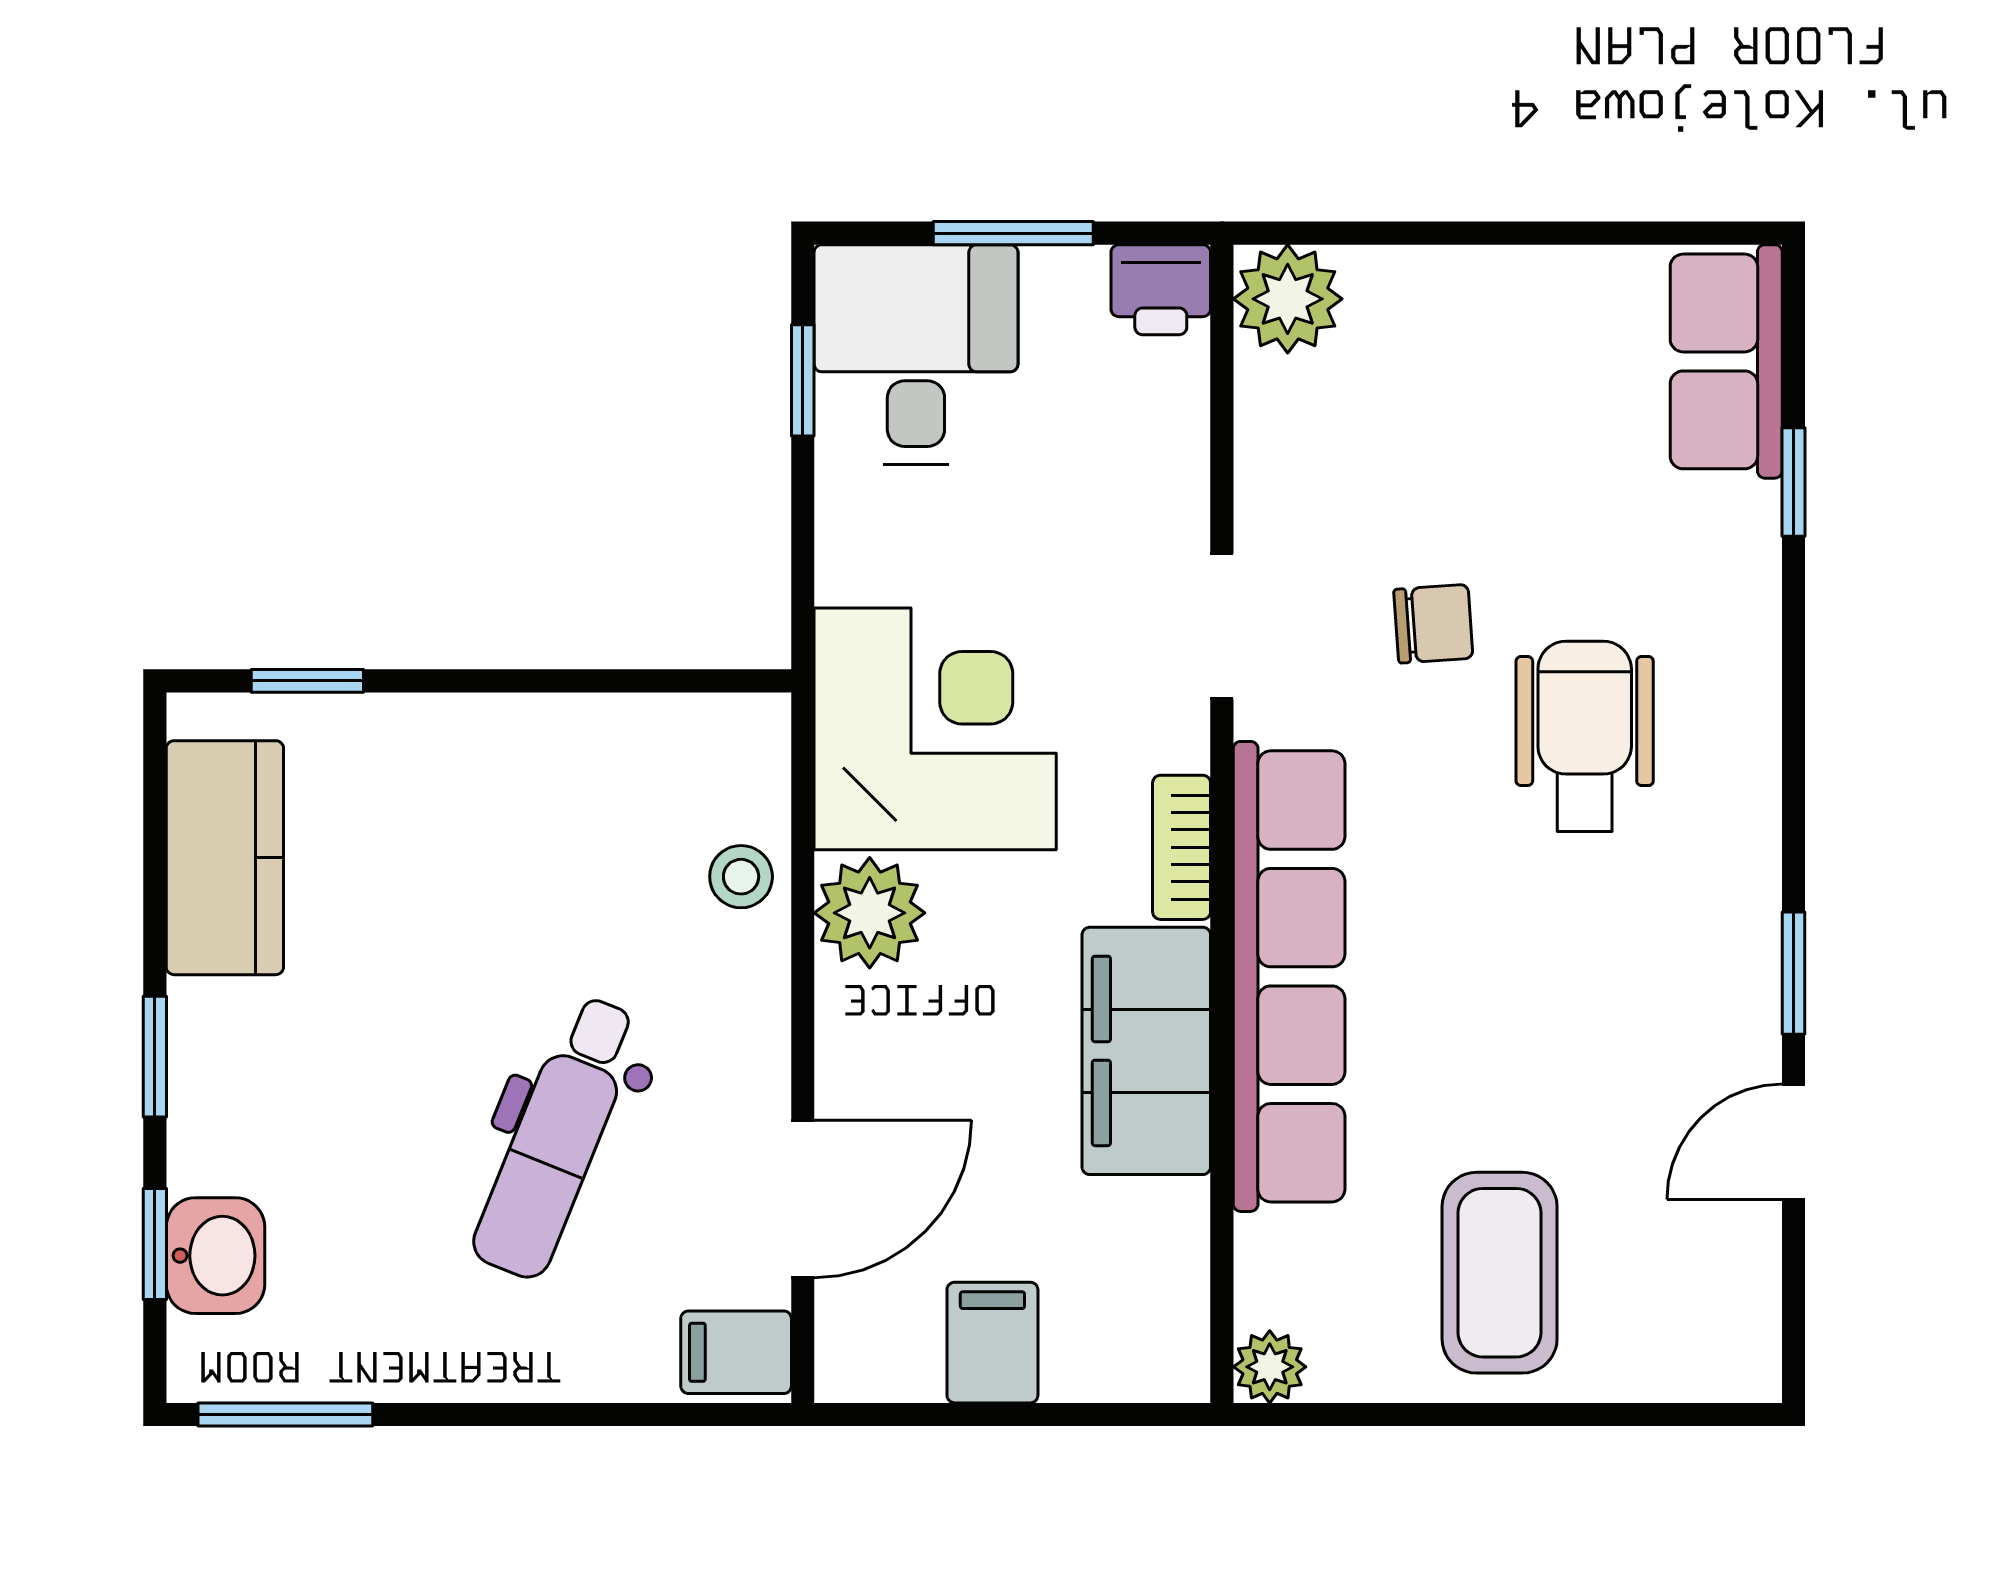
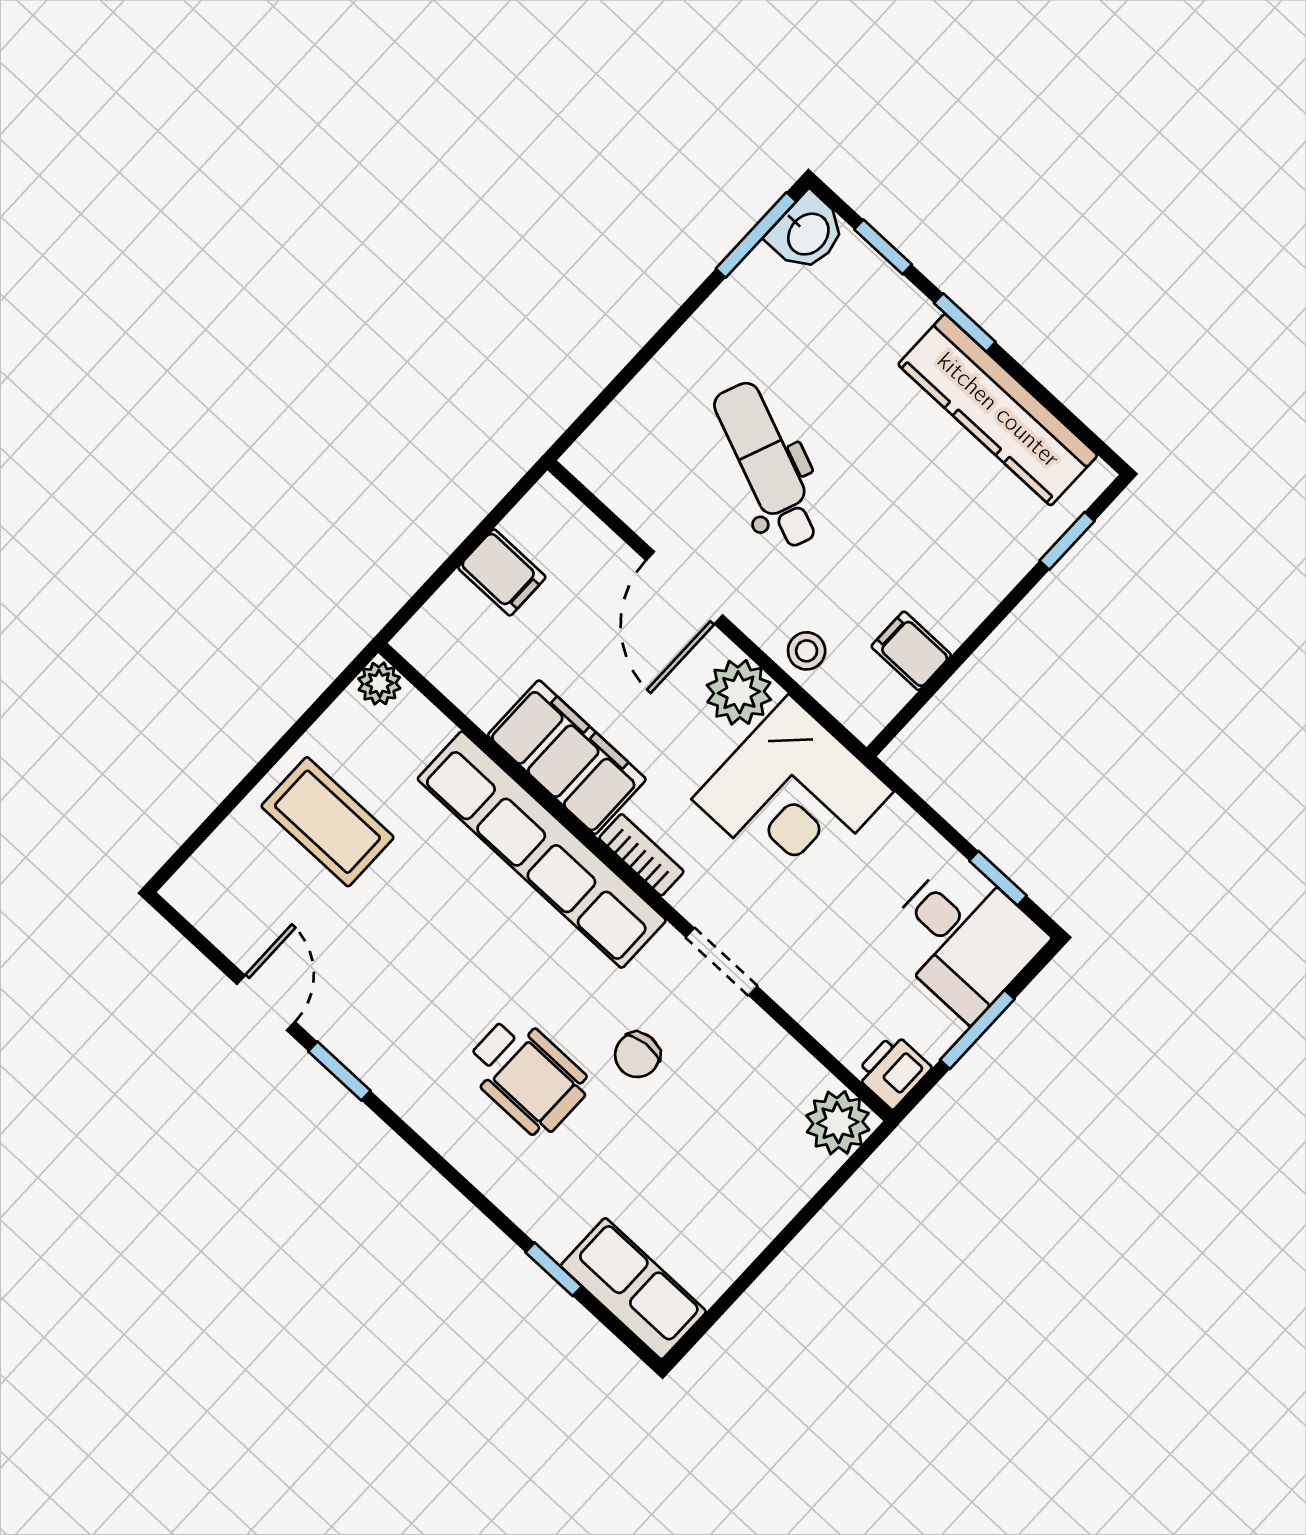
kitchen counter: (225, 858) -> (998, 410), width x1.50
door: (803, 1199) -> (684, 588), moved
washbasin: (215, 1256) -> (807, 233), moved, turned -90
filing cabinet: (736, 1352) -> (911, 651), moved, turned -90

